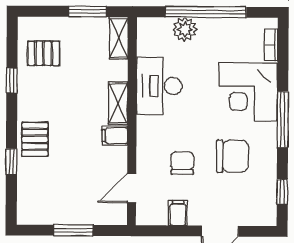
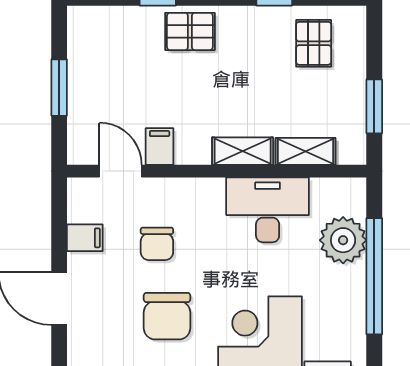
plant: (185, 29) -> (343, 240), width x1.36, depth x1.36
shelving: (119, 38) -> (305, 151), moved
filing cabinet: (115, 136) -> (160, 146), moved
chair: (182, 163) -> (157, 244), turned 90

